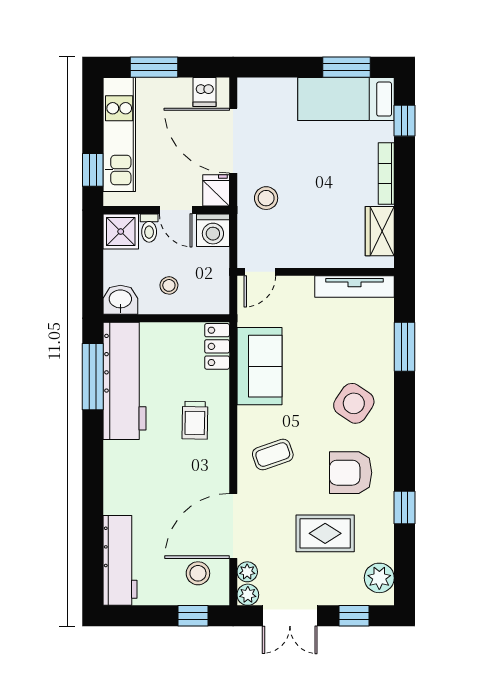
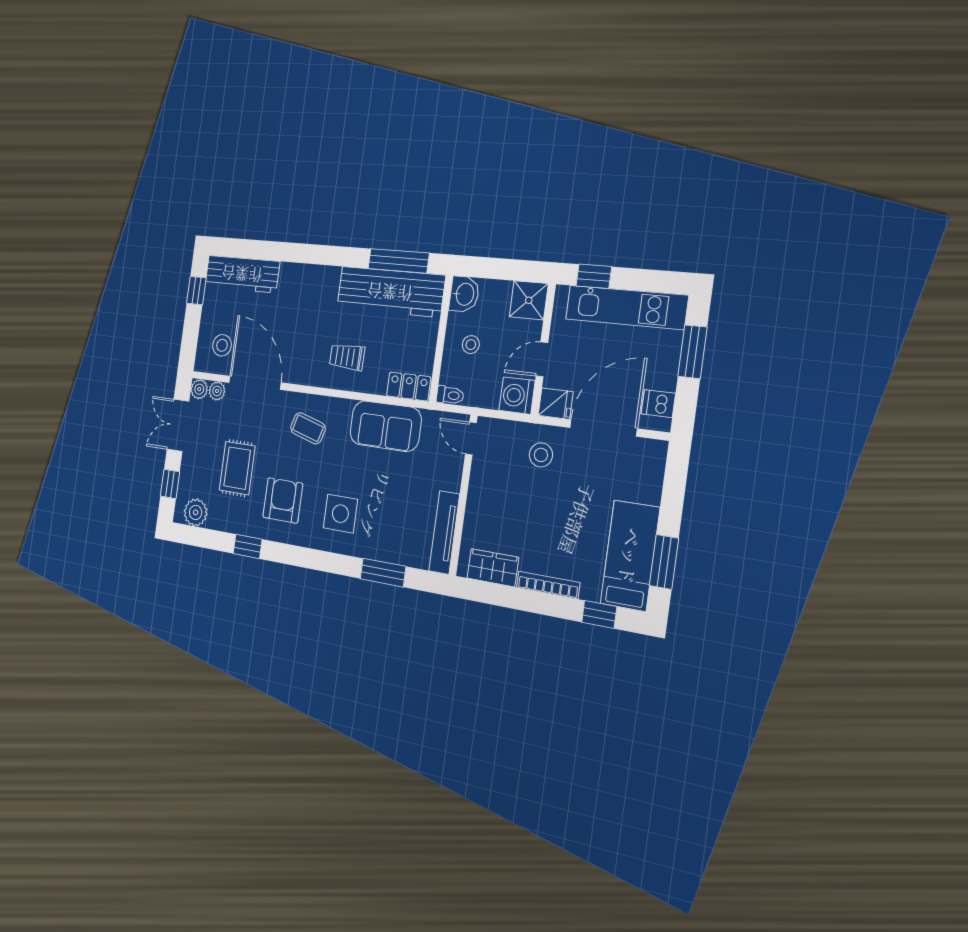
toilet: (149, 228) -> (450, 395), moved, turned 180
side table: (354, 403) -> (340, 514), turned -34
coffee table: (273, 455) -> (308, 428), turned -55
window: (193, 616) -> (196, 291), moved

